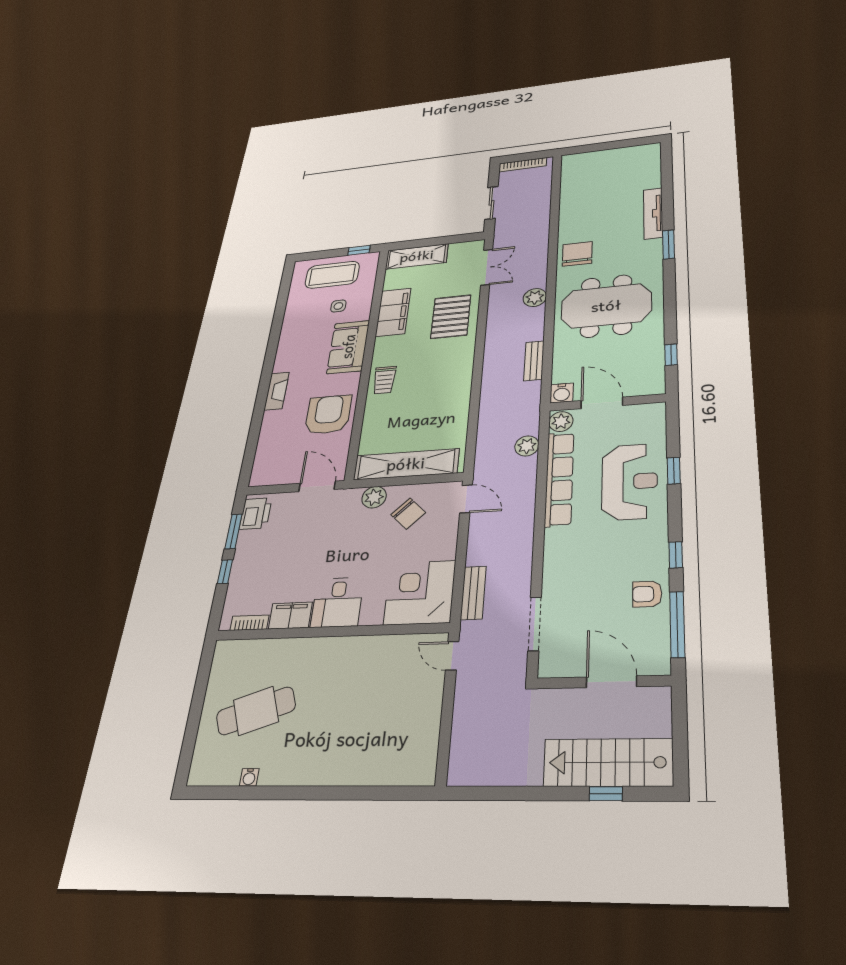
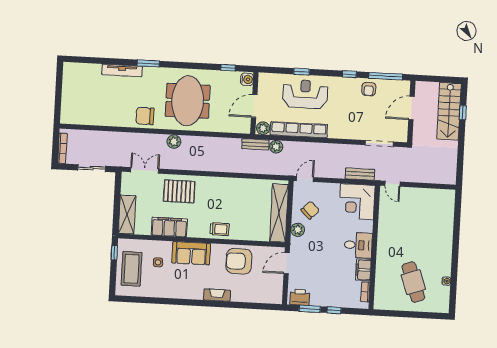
bench: (534, 361) -> (255, 144), moved
water cooler: (562, 393) -> (247, 79), moved
door: (452, 656) -> (393, 184), hinge flipped

